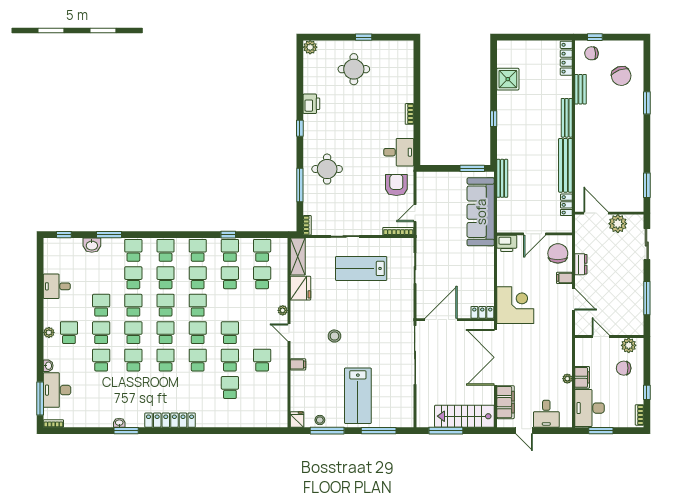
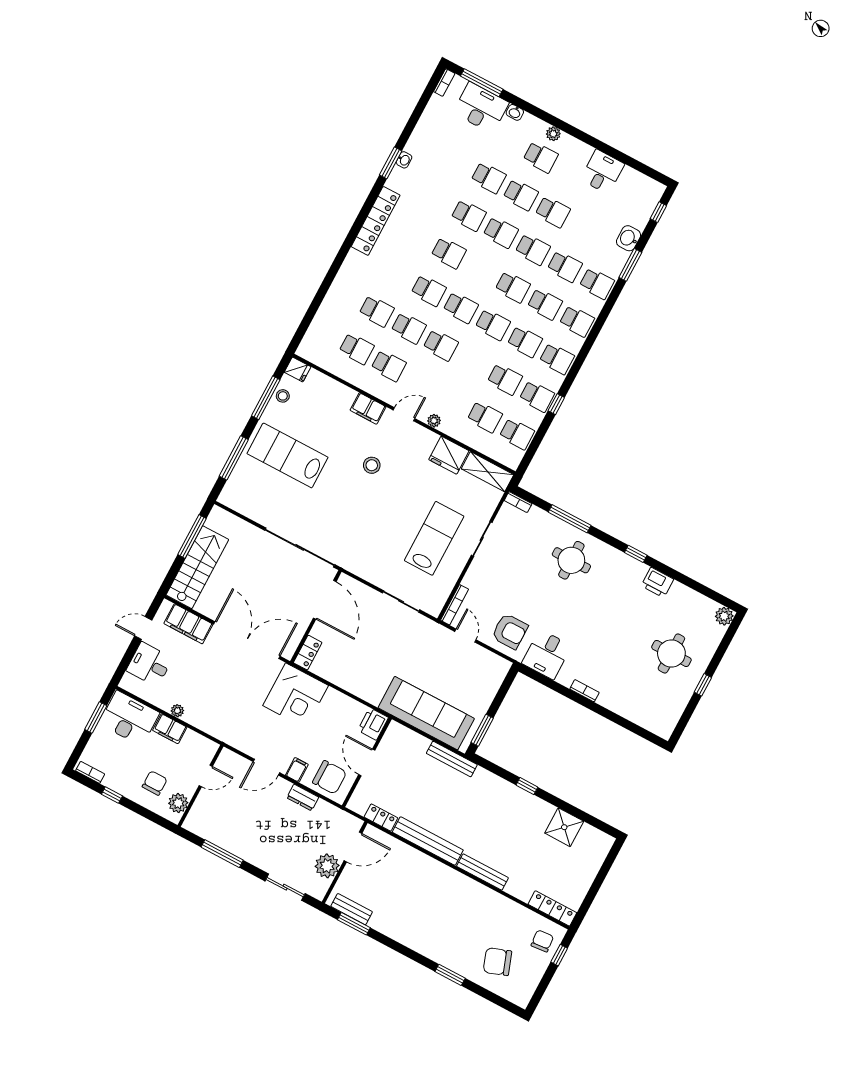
bench: (580, 89) -> (352, 909), moved
school desk: (166, 333) -> (357, 349), moved
filing cabinet: (298, 364) -> (368, 408), width x2.00

